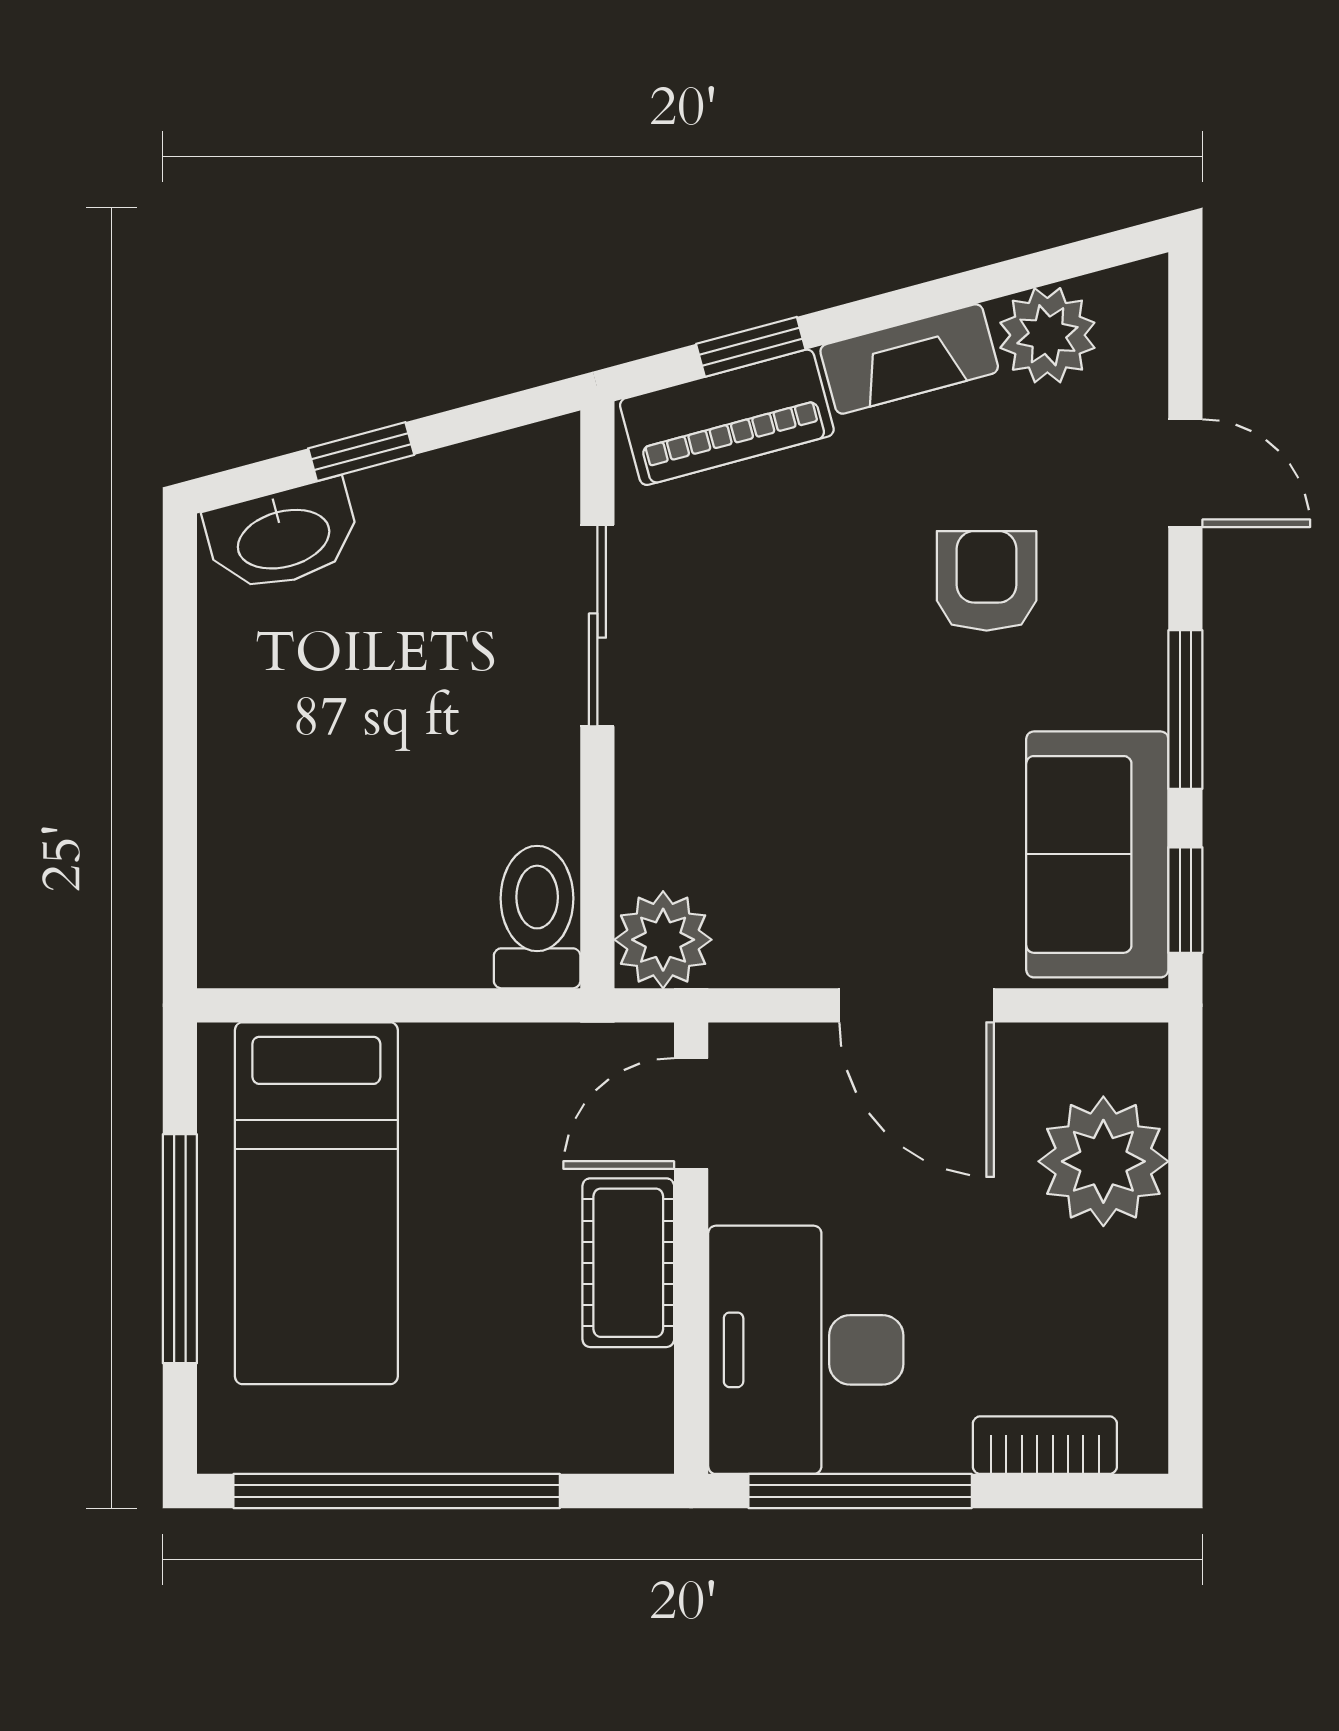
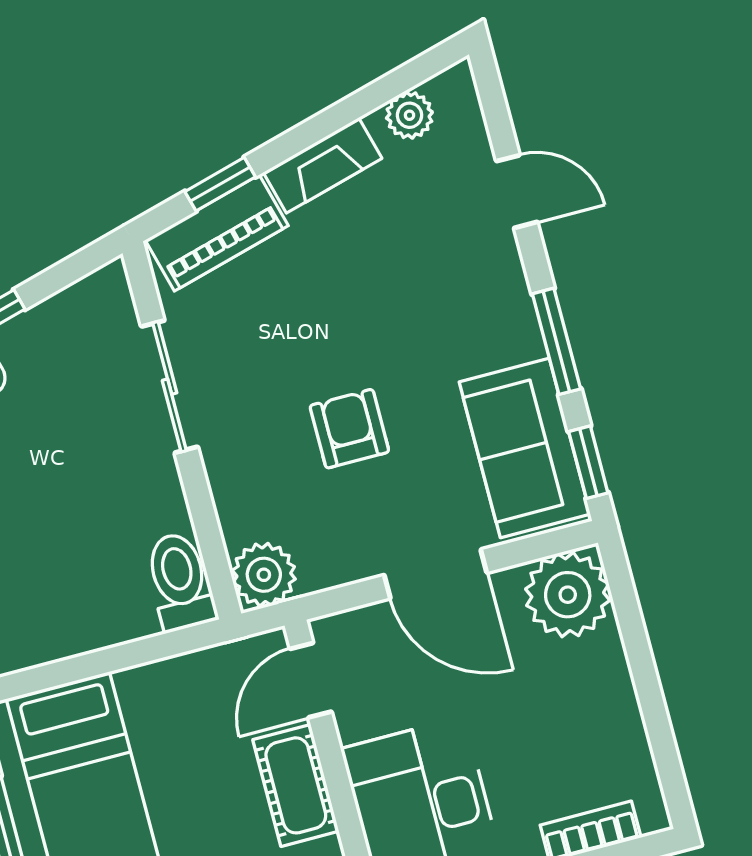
plant: (1047, 335) -> (409, 115), width x0.73, depth x0.73
armchair: (987, 581) -> (349, 429), moved
plant: (1103, 1161) -> (568, 595), moved

